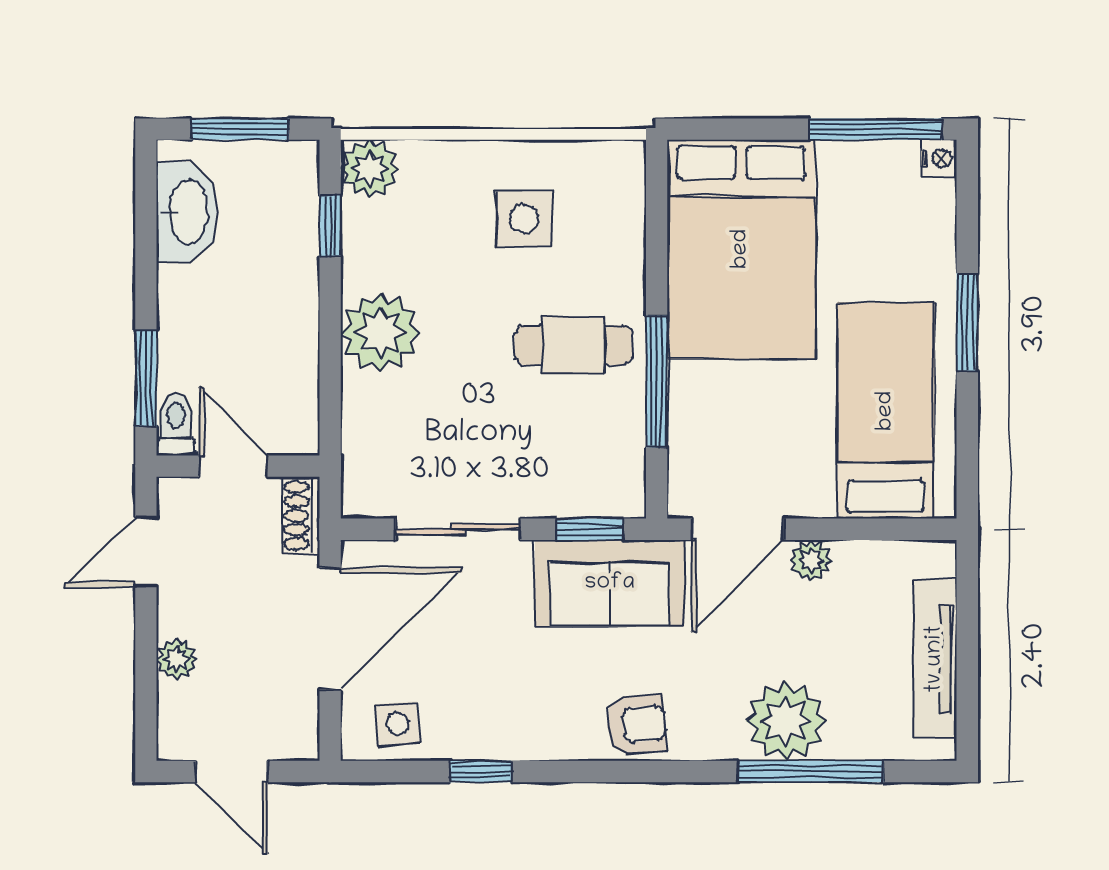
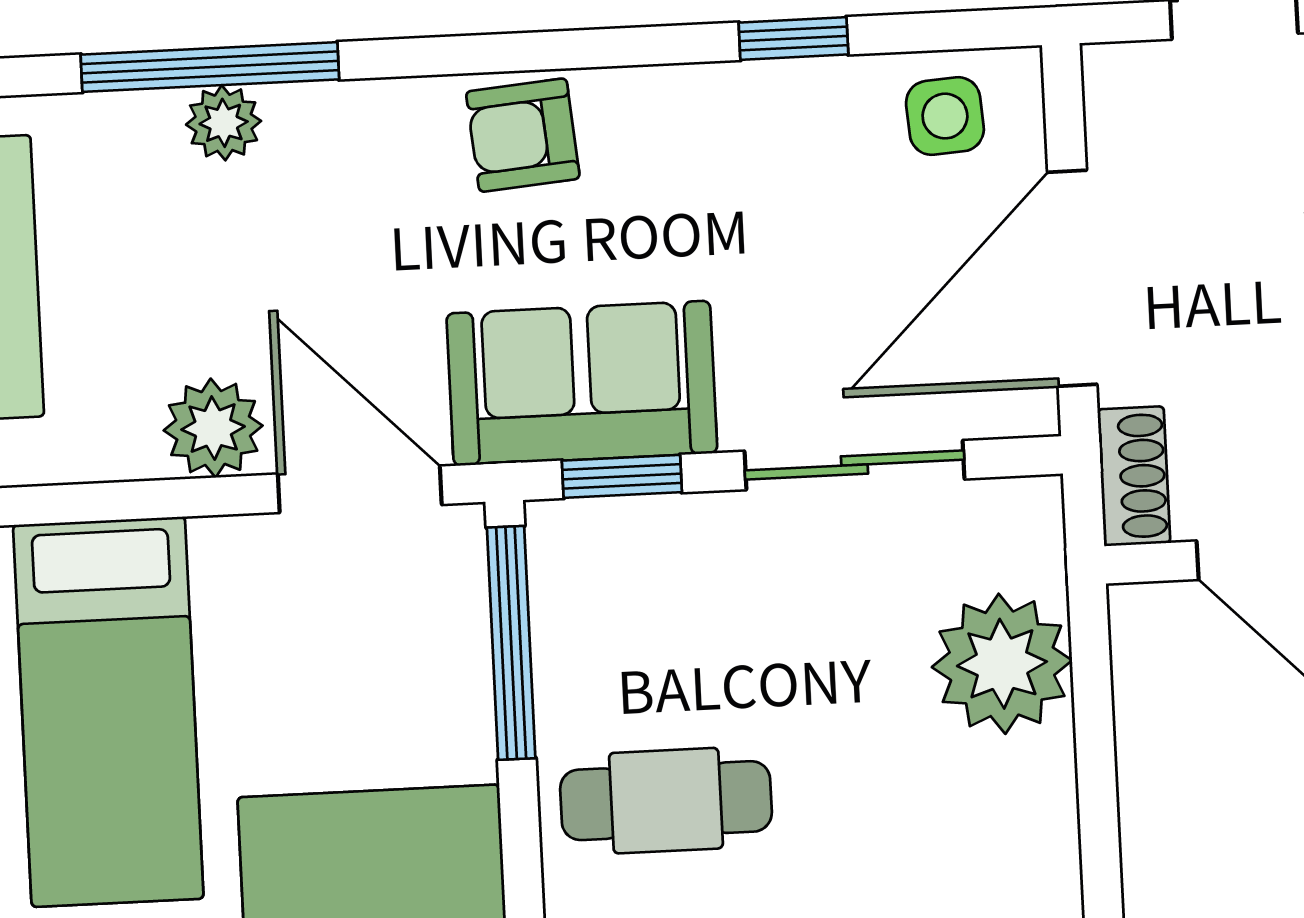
plant: (380, 332) -> (1002, 664), moved
window: (657, 382) -> (511, 643), moved
door: (738, 529) -> (360, 489), hinge flipped
plant: (811, 560) -> (213, 428), width x1.38, depth x1.38
plant: (786, 721) -> (224, 123), width x0.53, depth x0.53

